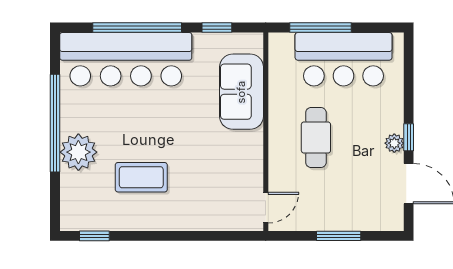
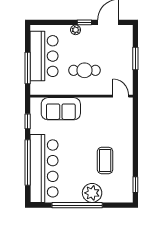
plant: (394, 143) -> (76, 30), moved

